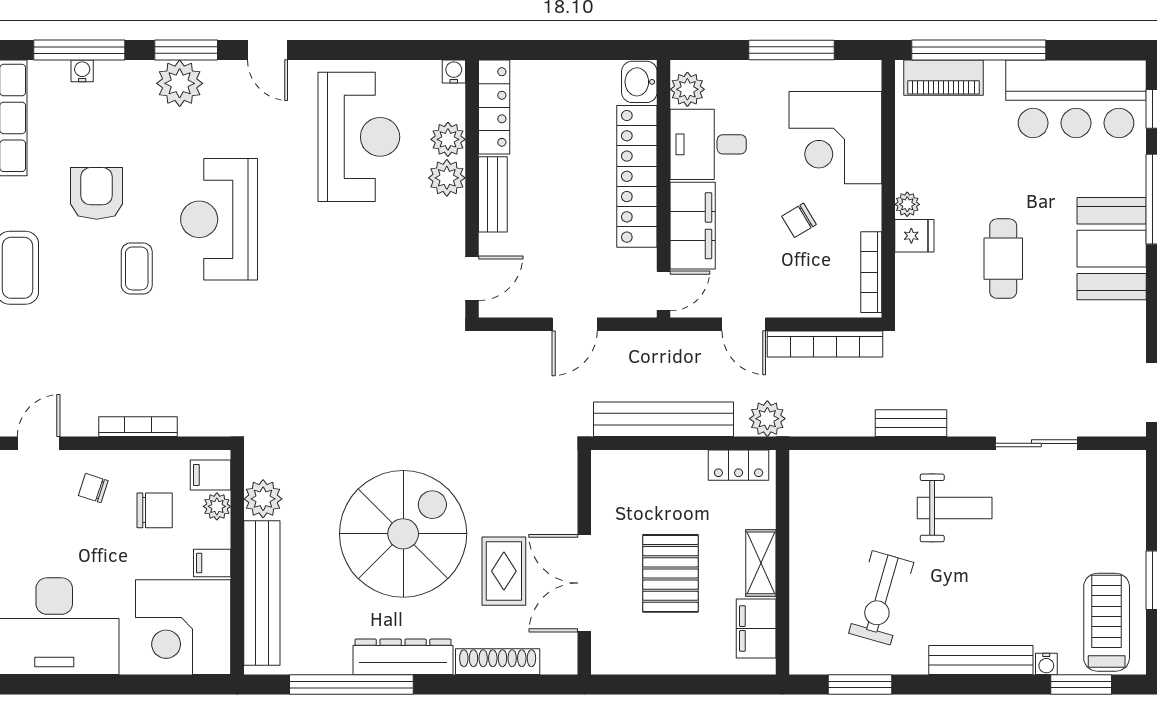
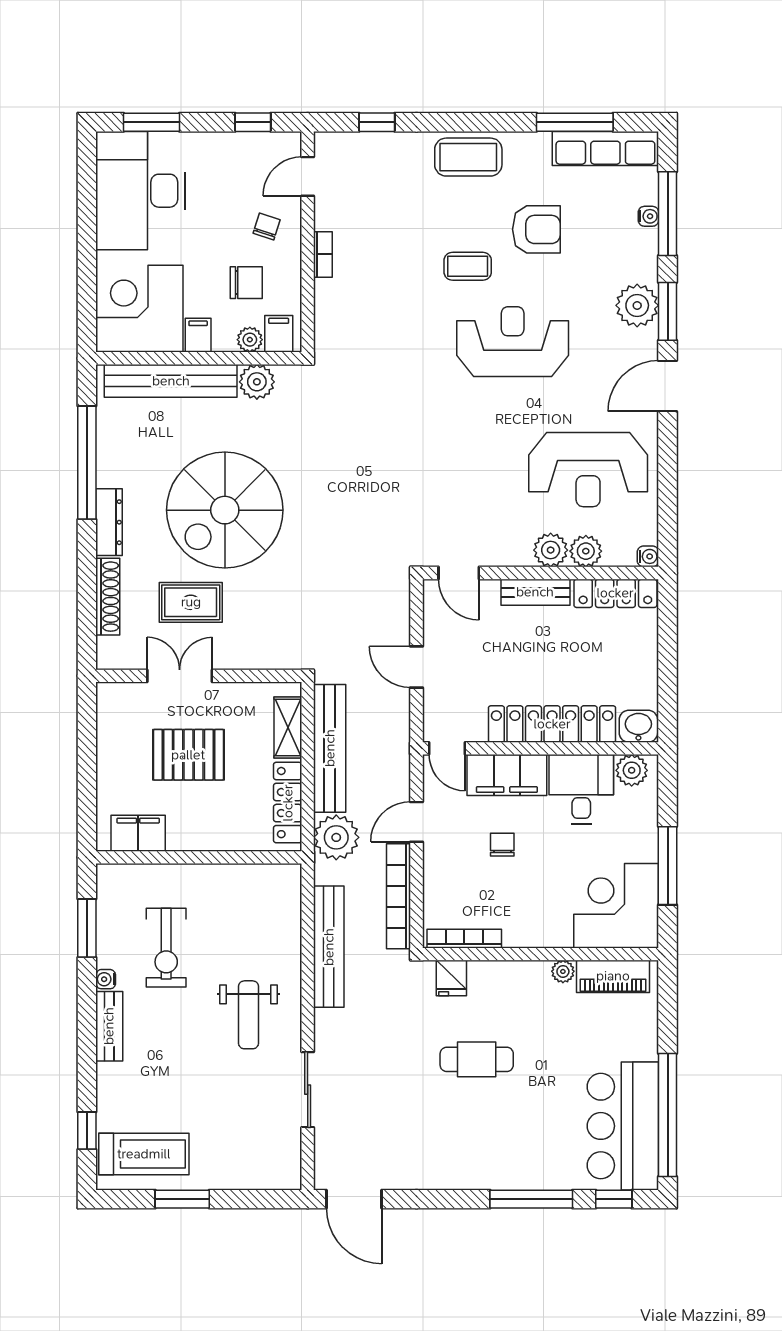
door: (268, 50) -> (668, 386), width x1.38
window: (979, 50) -> (668, 1115), moved
piano: (943, 78) -> (613, 976), moved, turned -90
corner desk: (835, 138) -> (616, 906), moved
plant: (907, 204) -> (563, 971), moved
chair: (799, 220) -> (502, 845), moved, turned 31
fridge: (914, 236) -> (451, 978), moved
booth: (1112, 249) -> (486, 1159), removed
plant: (767, 419) -> (336, 837), width x1.36, depth x1.36
bench: (911, 423) -> (329, 947), width x1.86, depth x1.21
bookcase: (138, 427) -> (323, 254), width x0.64
door: (39, 443) -> (308, 176), swing flipped
locker: (739, 465) -> (288, 803), width x1.53
chair: (155, 510) -> (246, 283), turned -90
spiral stairs: (403, 534) -> (225, 510), turned 90
shelving: (761, 563) -> (288, 727), moved, turned 90
double door: (584, 583) -> (180, 676), width x0.73
exercise bike: (881, 598) -> (166, 948), turned -106
dresser: (403, 657) -> (109, 522), width x0.73, depth x0.80
bench: (981, 660) -> (109, 1026), width x0.73
water cooler: (1046, 664) -> (106, 979), moved
window: (1081, 685) -> (87, 1131), width x0.67

